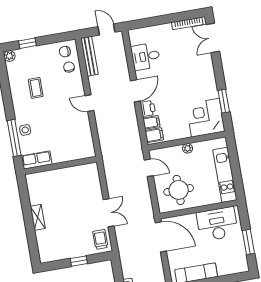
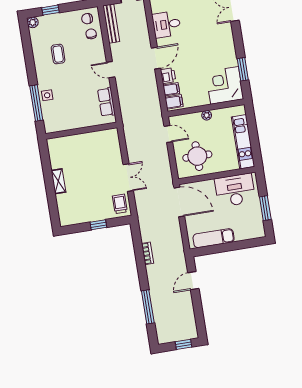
row of seats: (37, 160) -> (106, 102), moved, turned -90

